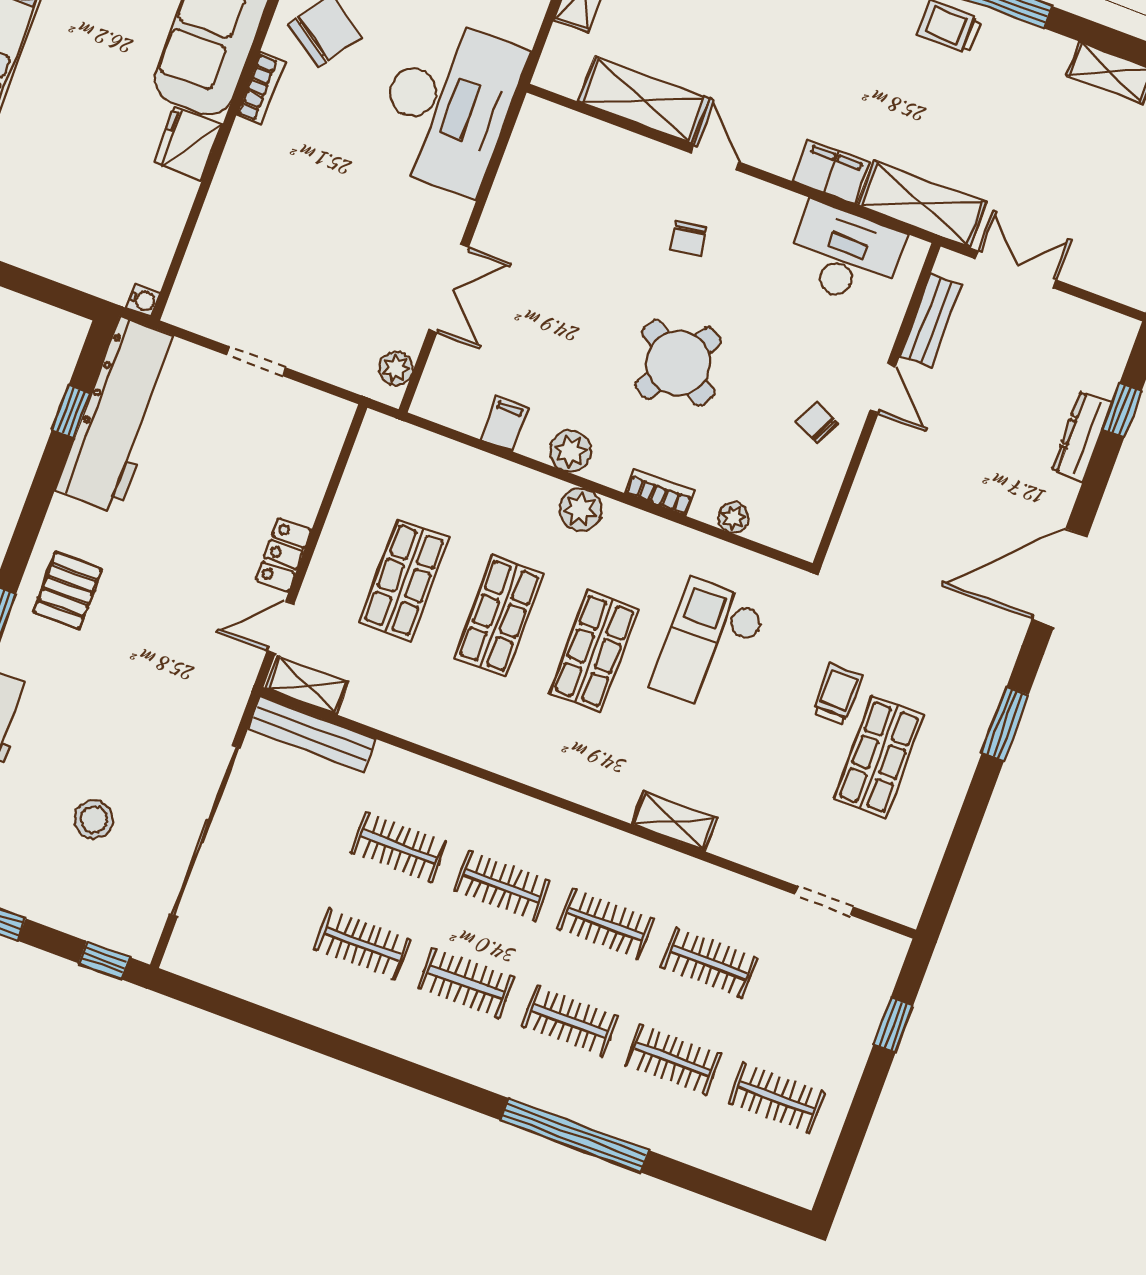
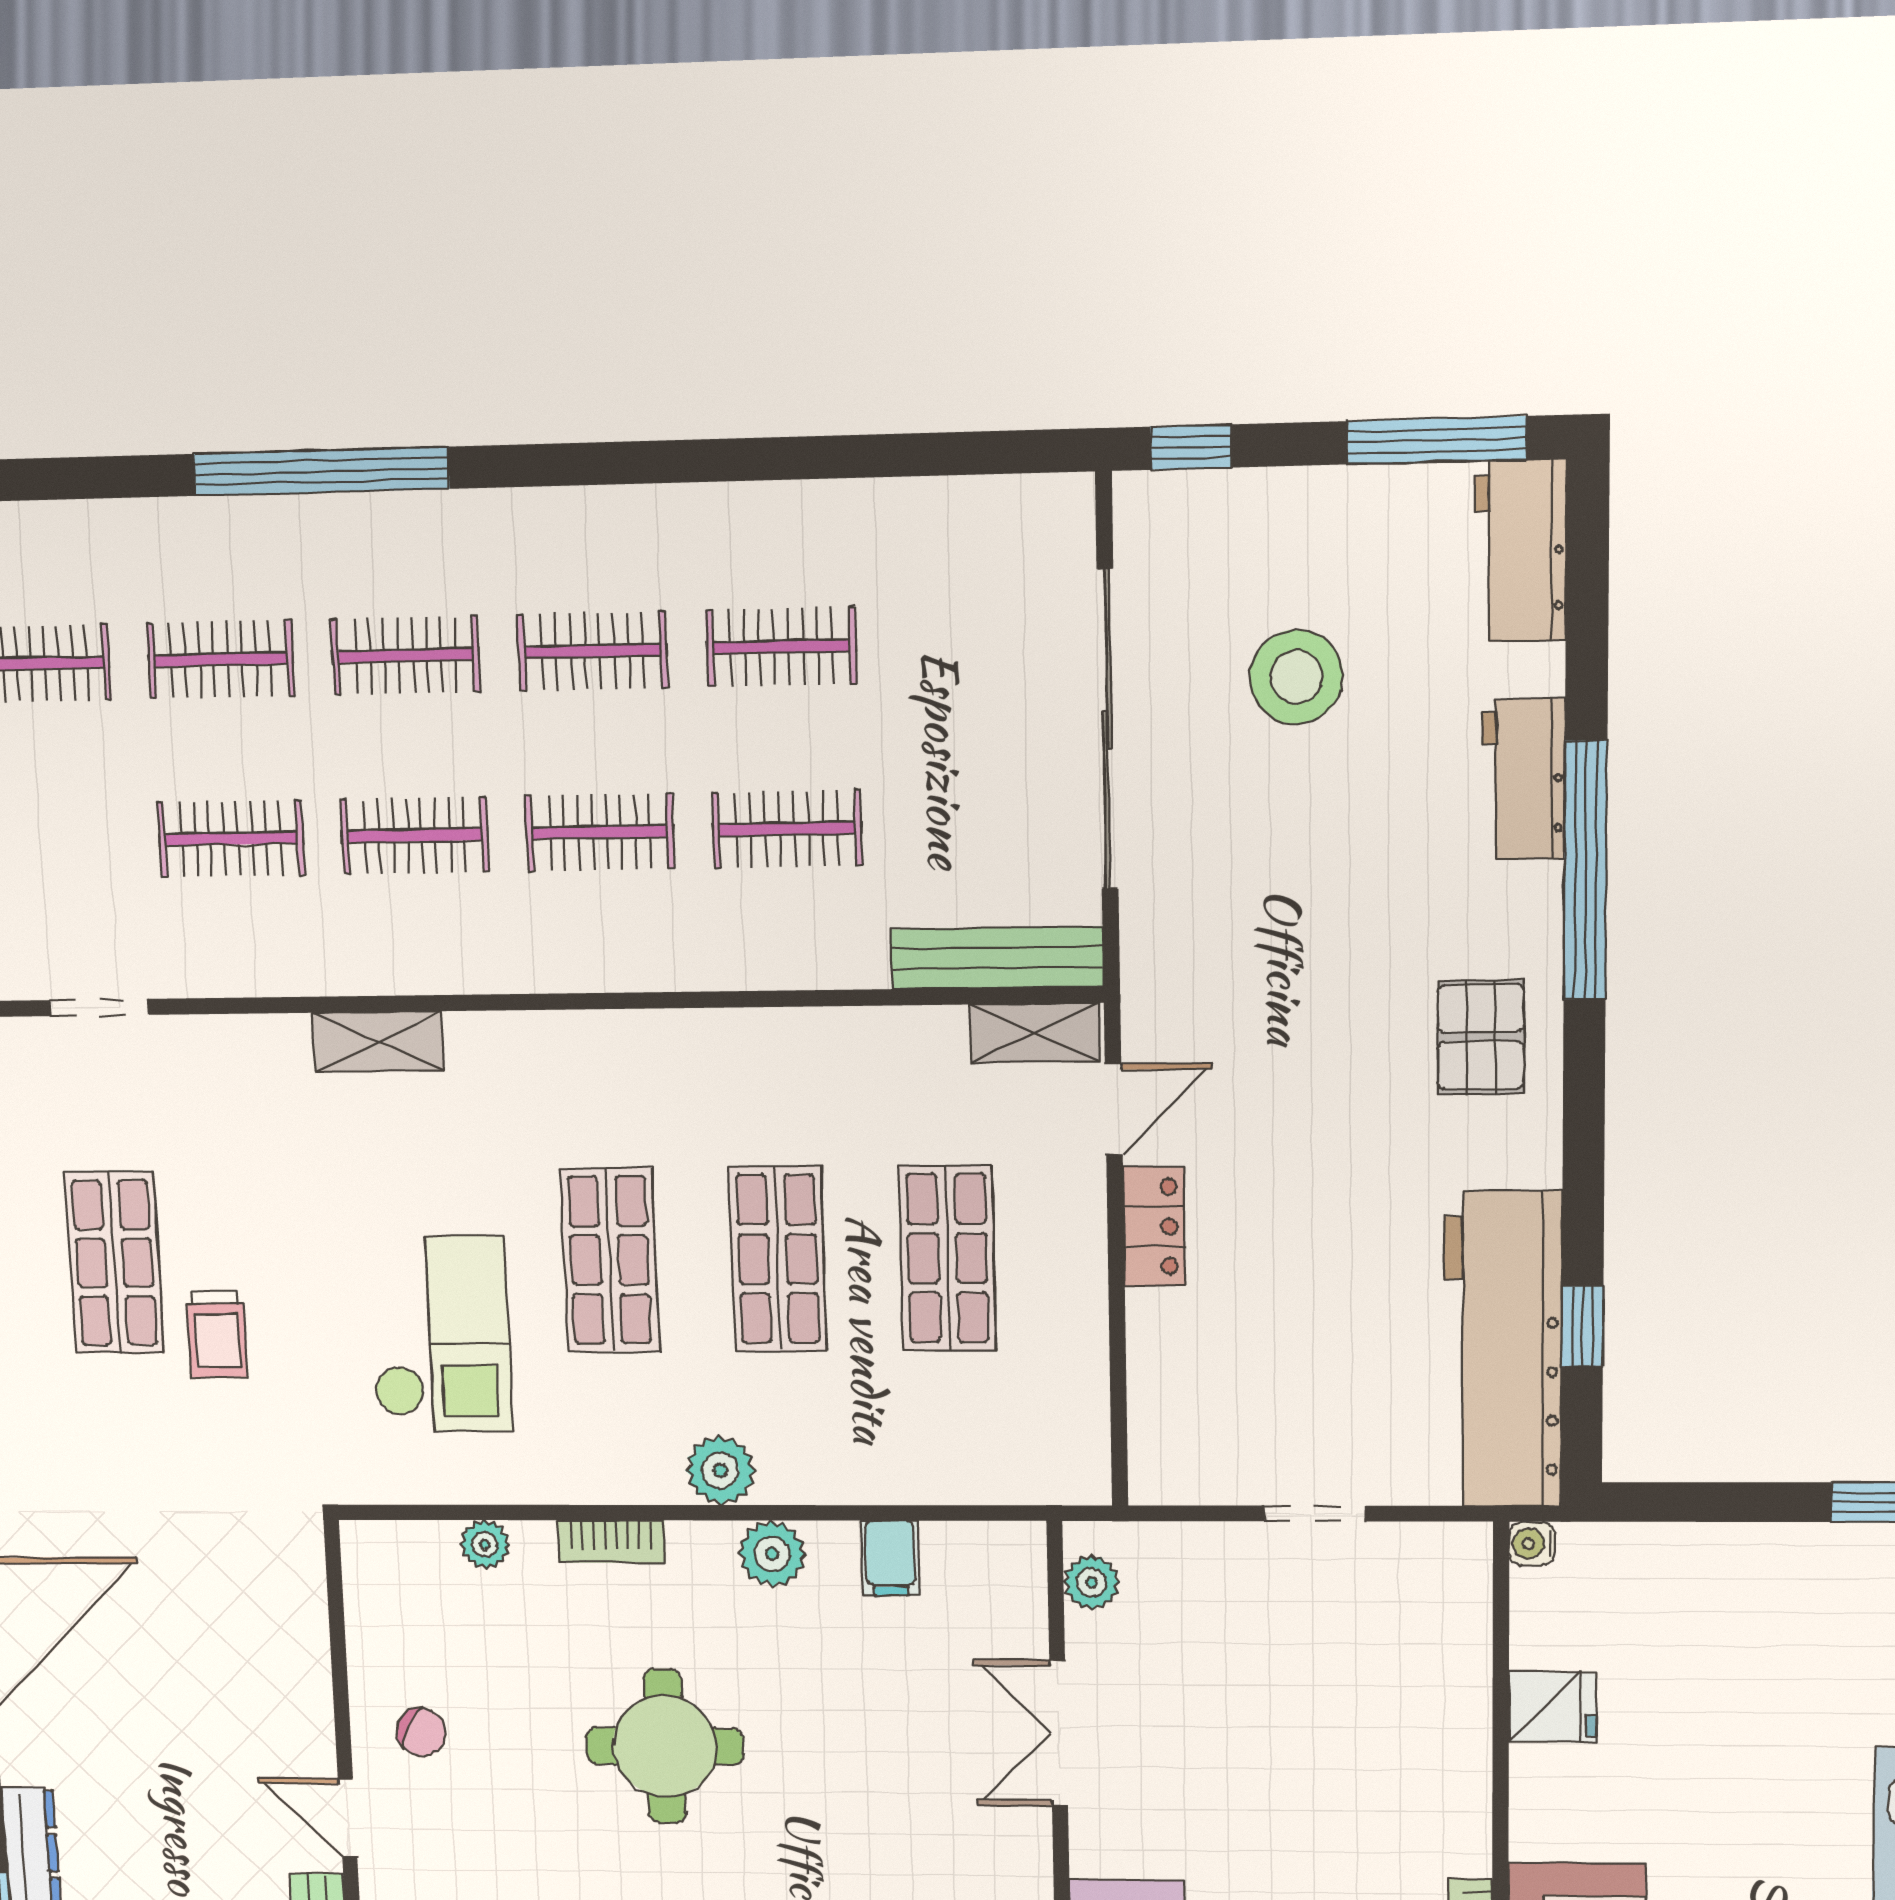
fridge: (188, 144) -> (1553, 1707), moved, width x0.72
round table: (678, 363) -> (665, 1746), turned -32
stool: (94, 820) -> (1296, 677), width x1.38, depth x1.38

